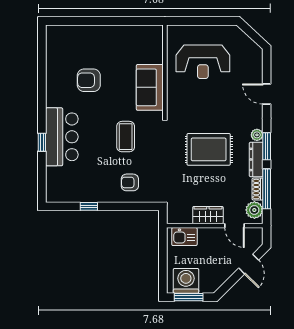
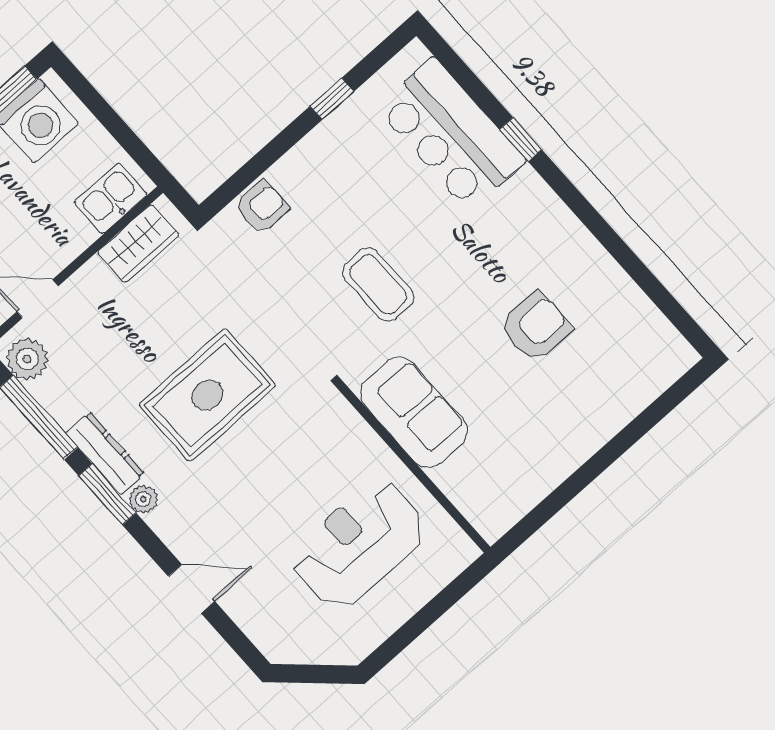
bar counter: (62, 137) -> (451, 134), moved
armchair: (130, 182) -> (262, 207), moved
shoe rack: (258, 189) -> (55, 402), removed
wardrobe: (208, 215) -> (138, 244), moved

